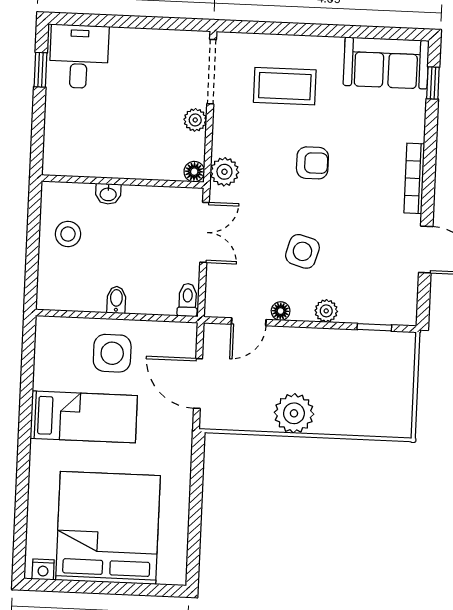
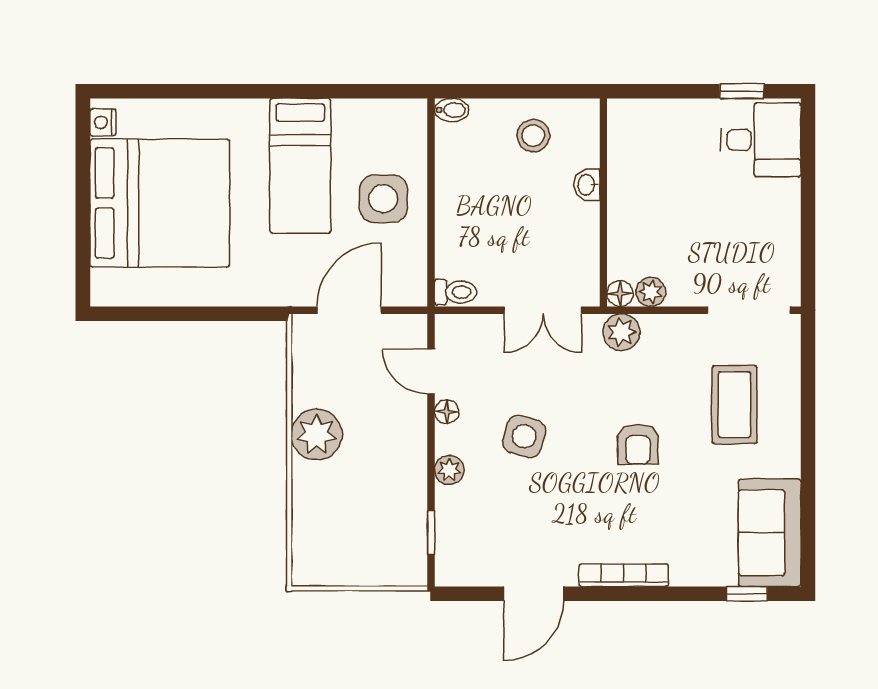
plant: (195, 120) -> (651, 292), moved
bidet: (116, 300) -> (452, 110), moved

